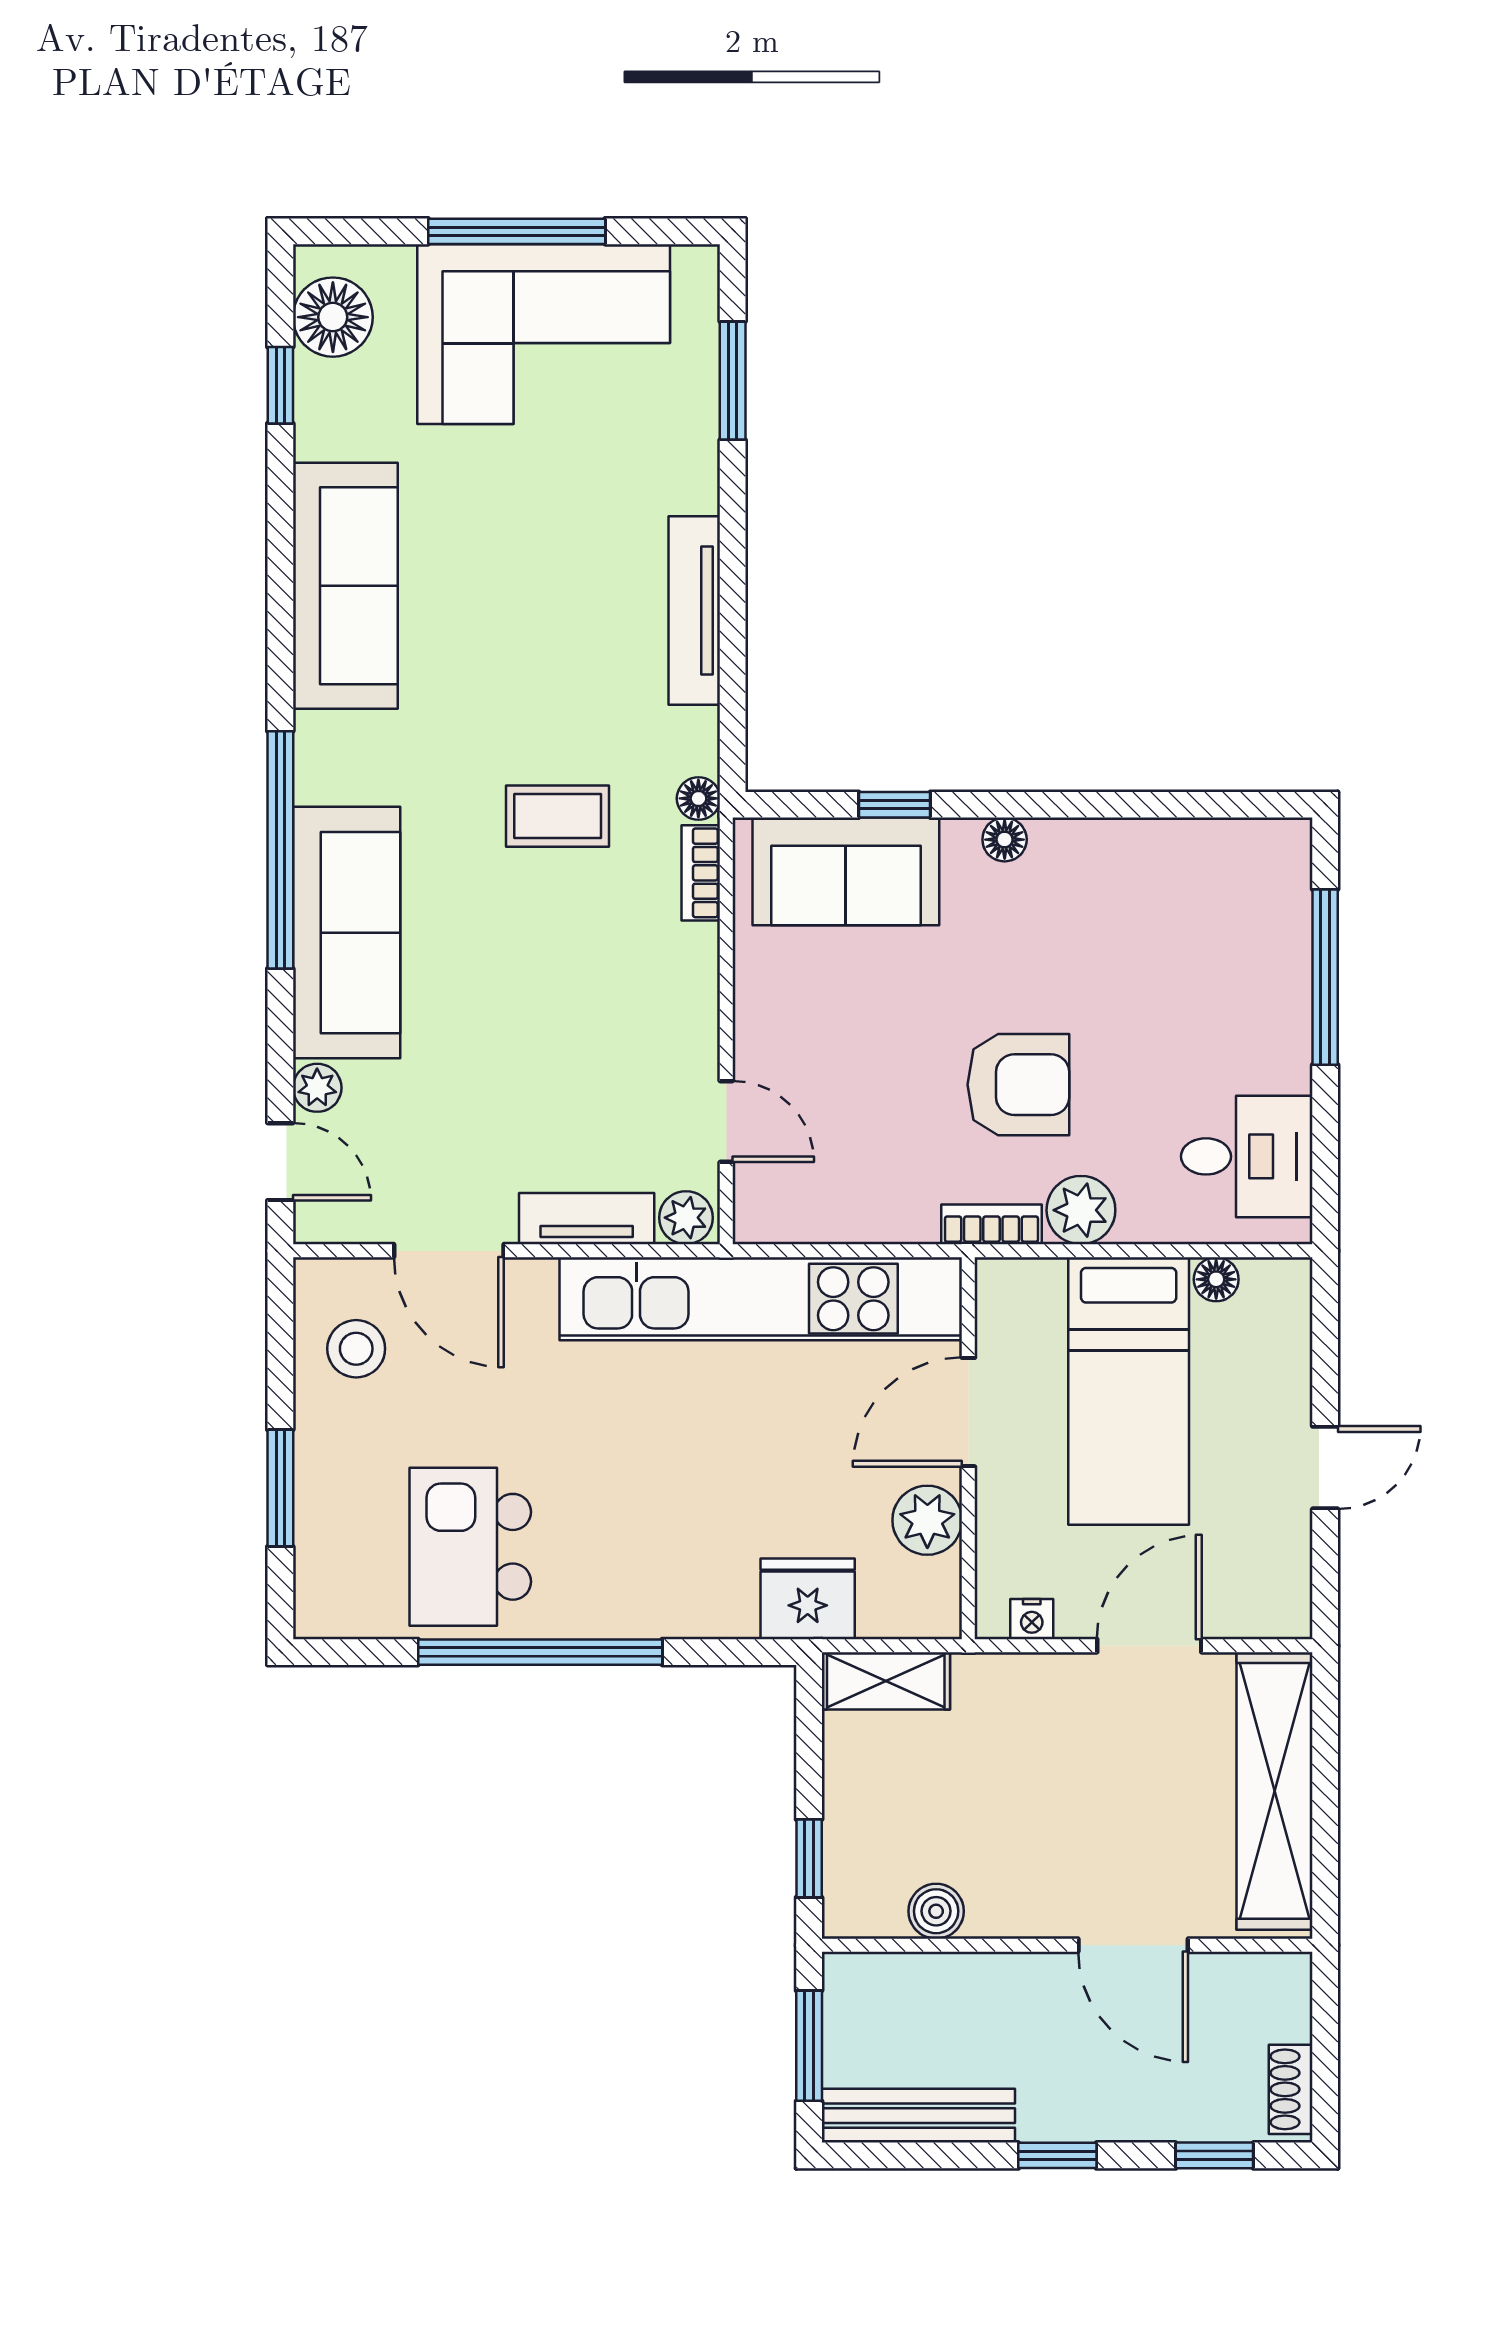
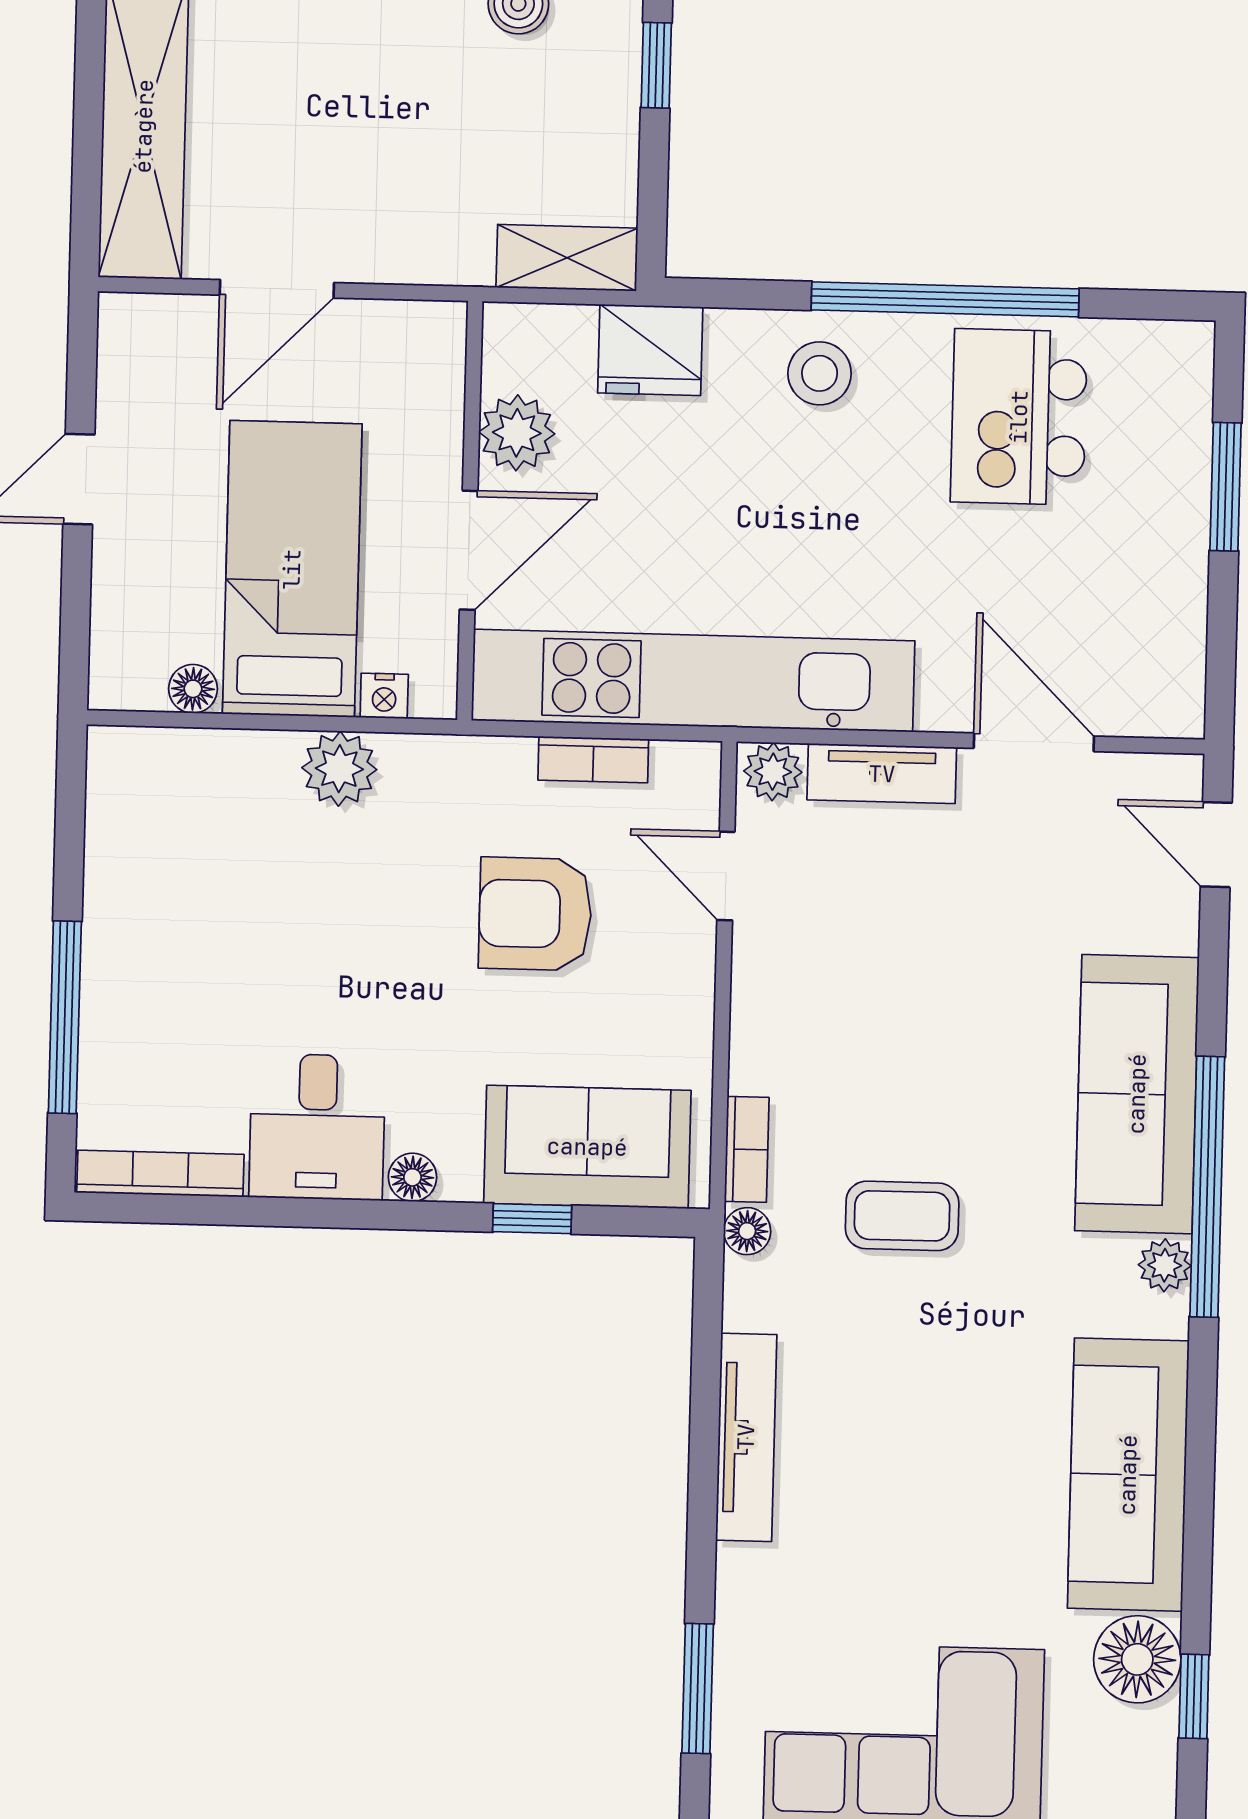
floor lamp: (333, 317) -> (1137, 1659), moved
bookcase: (1234, 837) -> (160, 1174), added
armchair: (1018, 1085) -> (535, 914), moved
plant: (317, 1088) -> (1165, 1265), moved
desk: (1247, 1156) -> (317, 1127), moved, turned -90
bookcase: (992, 1224) -> (593, 760), moved
stool: (356, 1349) -> (820, 373), moved
kitchen island: (470, 1547) -> (1019, 417), turned 180
nightstand: (1032, 1619) -> (384, 696), moved, turned 180

